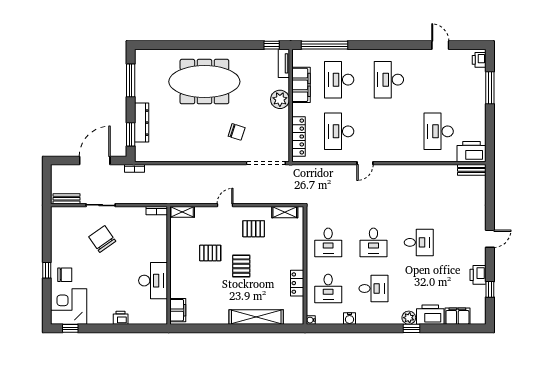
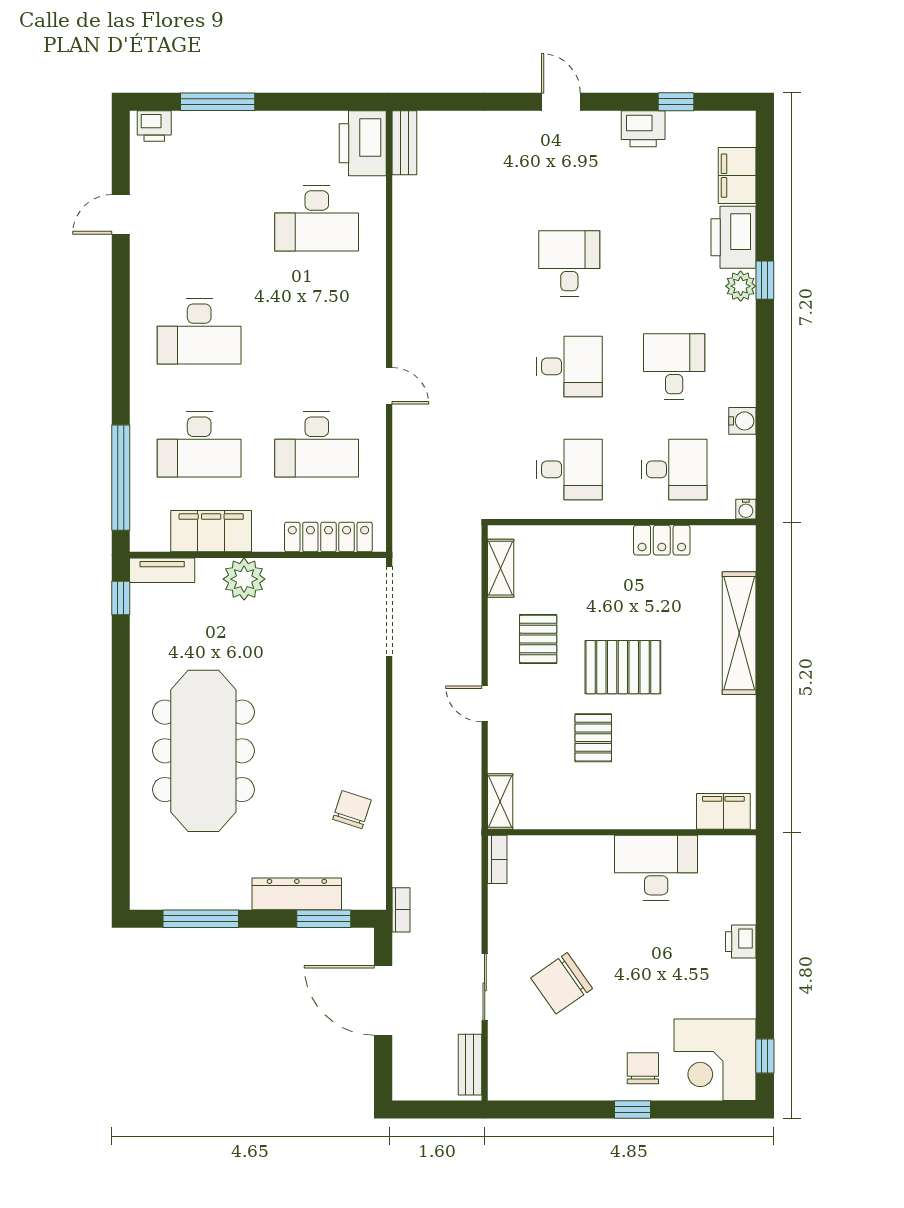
chair: (237, 132) -> (352, 810), moved
pallet: (241, 266) -> (623, 667), width x1.50, depth x1.42

